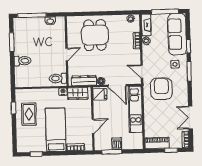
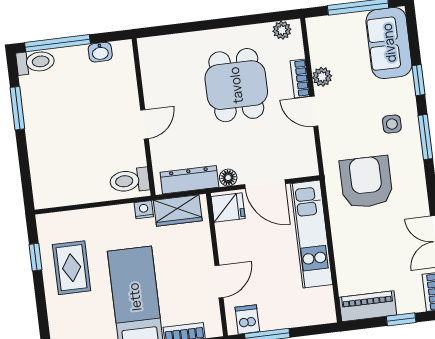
fireplace: (146, 25) -> (318, 41), removed
sofa: (177, 34) -> (389, 43), width x0.73
dining table: (95, 35) -> (236, 85), moved
toilet: (23, 61) -> (35, 62), moved
door: (142, 72) -> (314, 111), moved
dishwasher: (117, 144) -> (247, 319), moved

